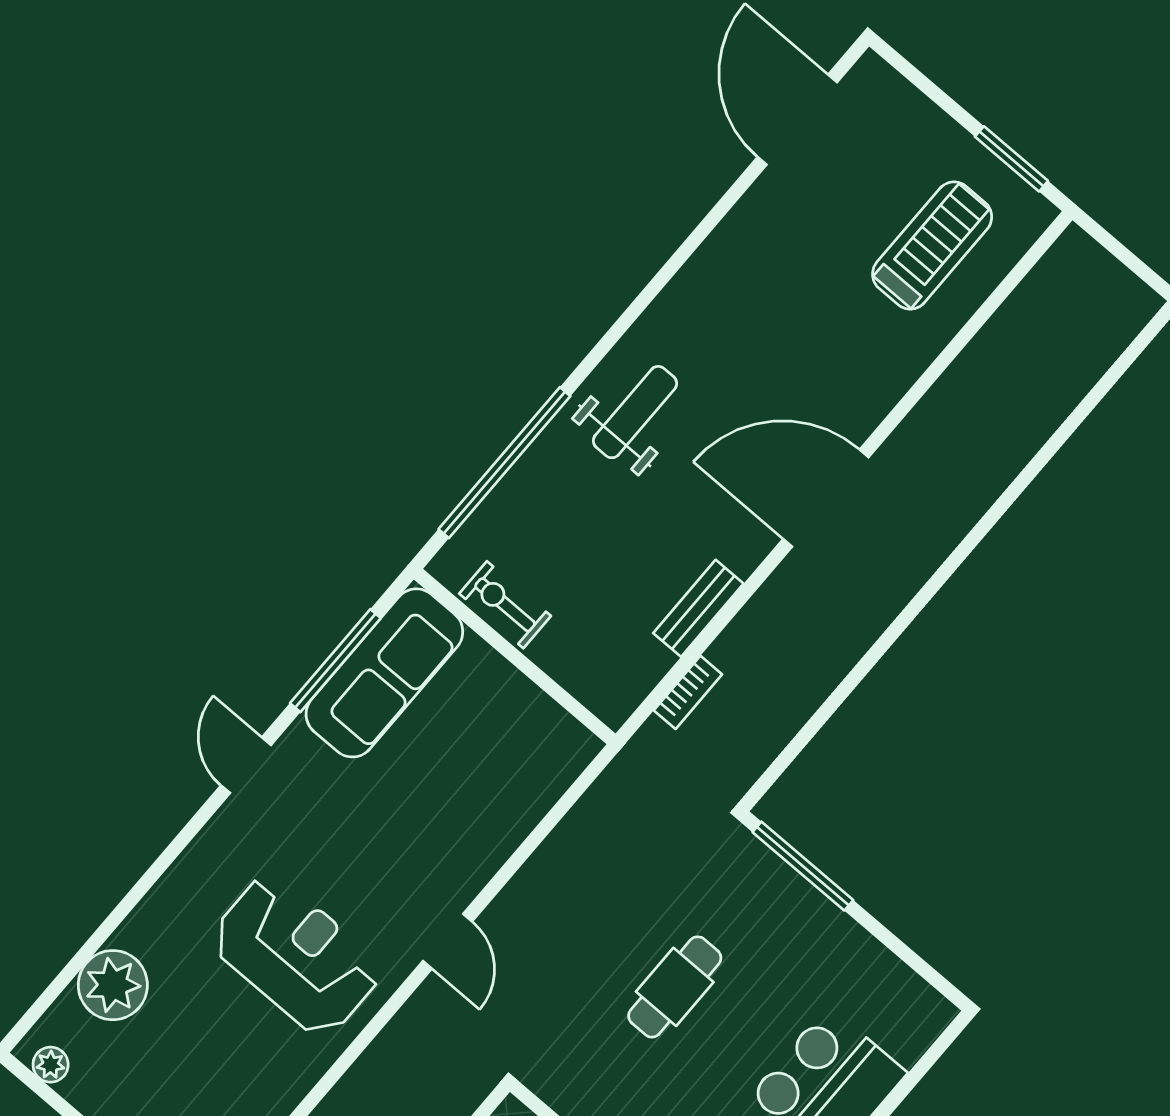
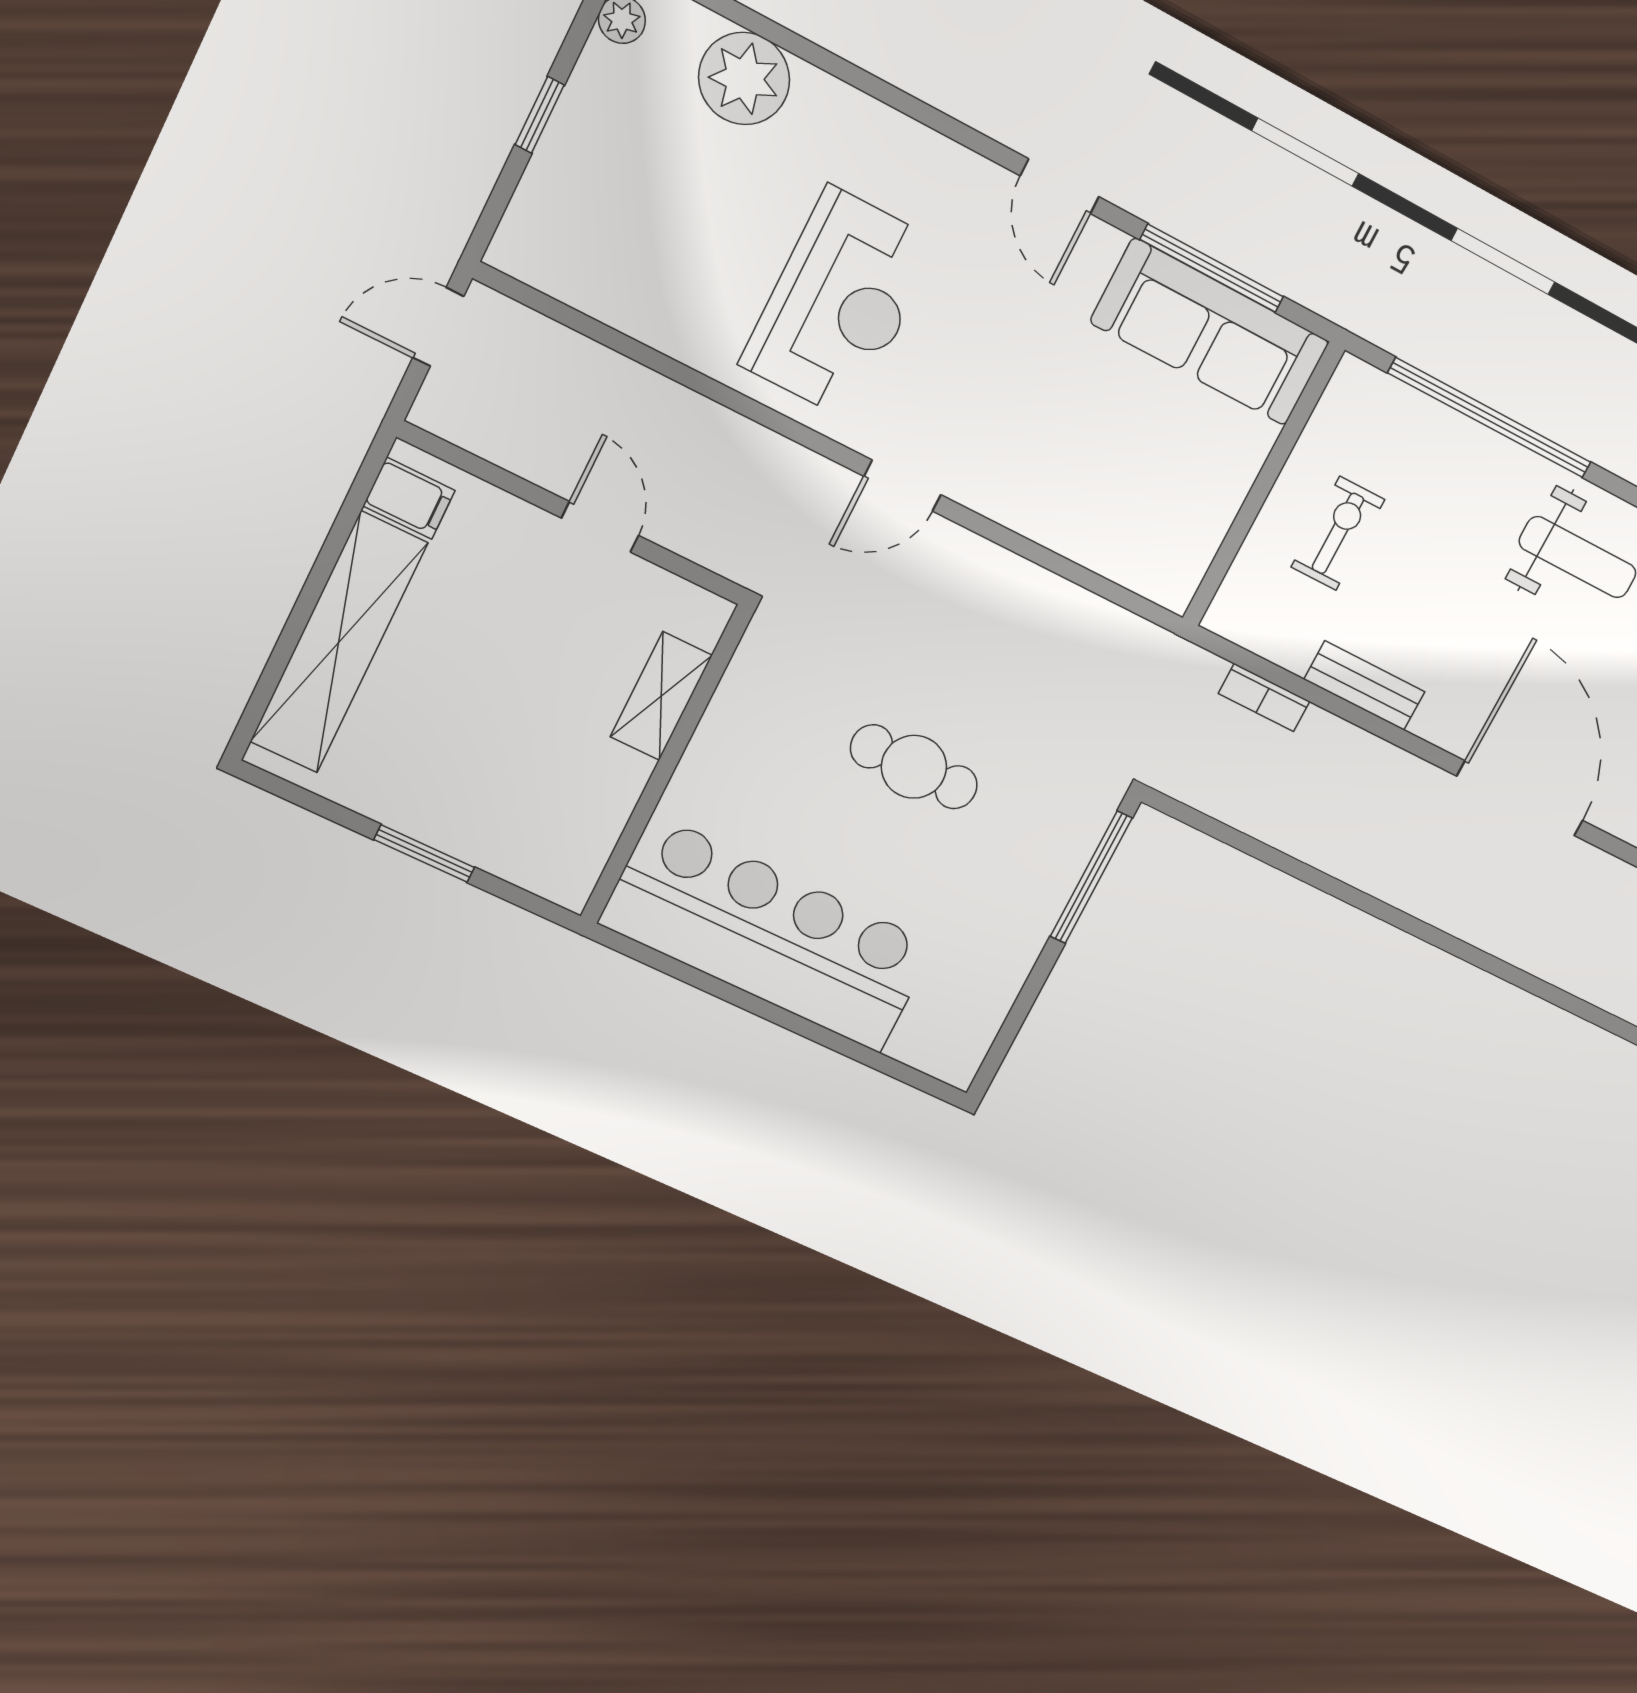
exercise bike: (505, 605) -> (1338, 533), moved
door: (246, 765) -> (1060, 186), swing flipped

